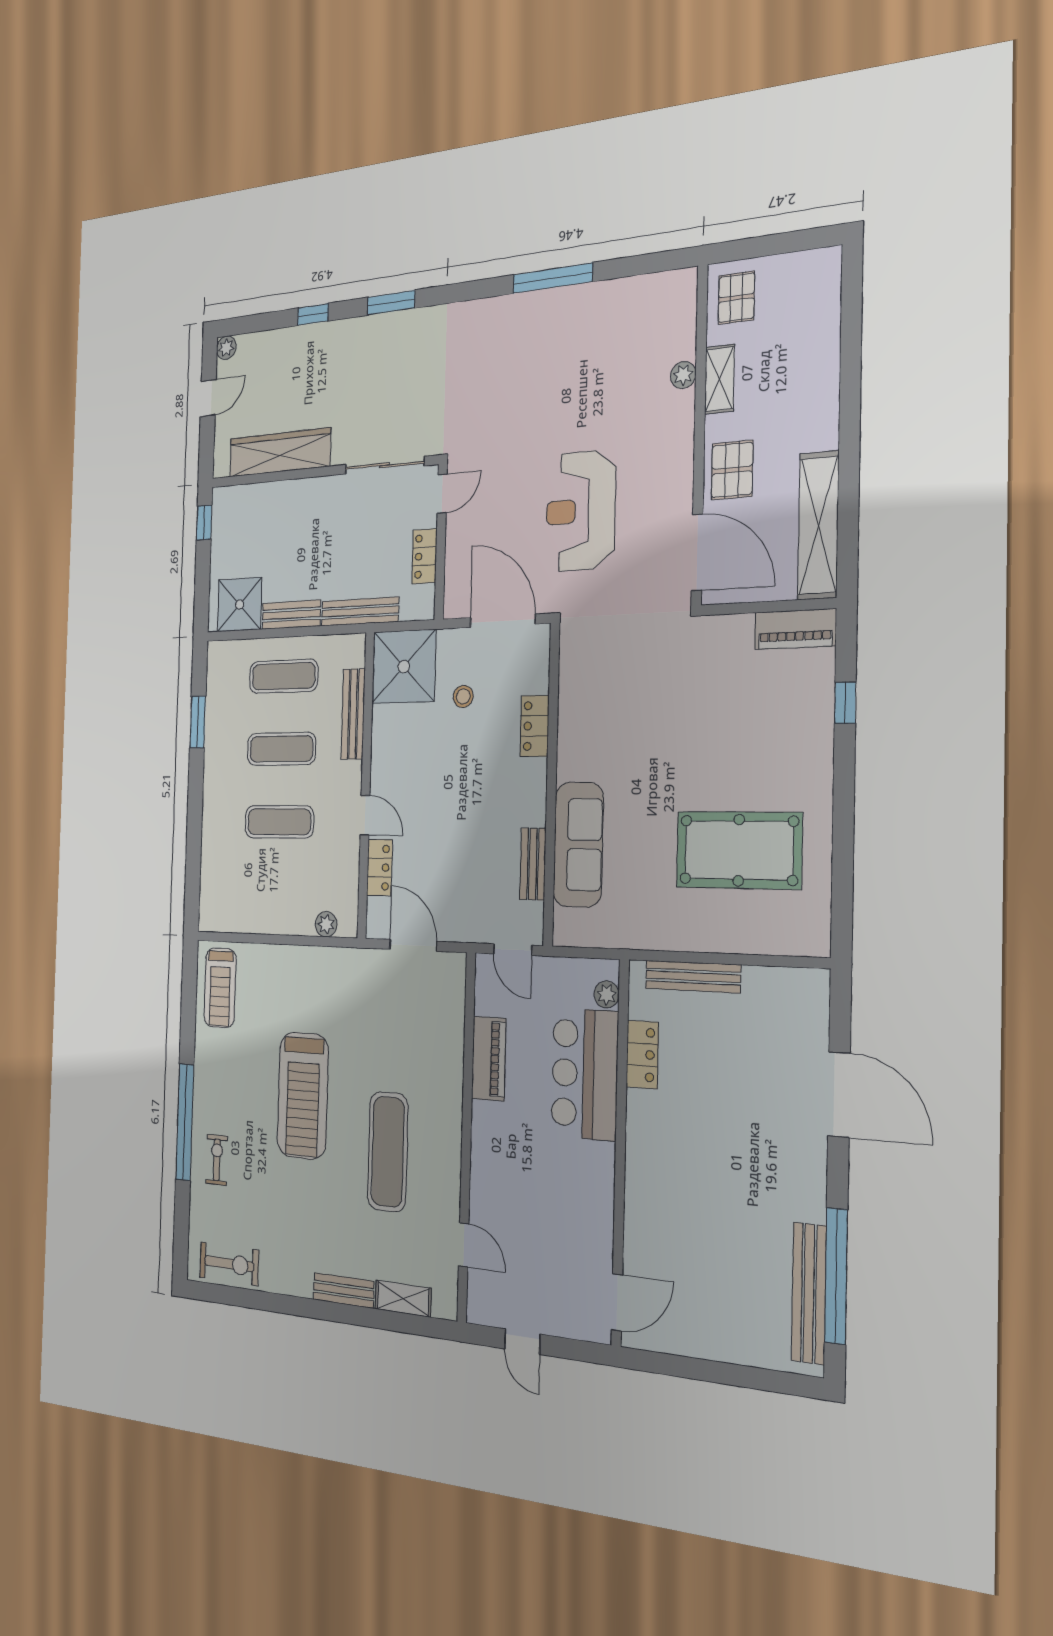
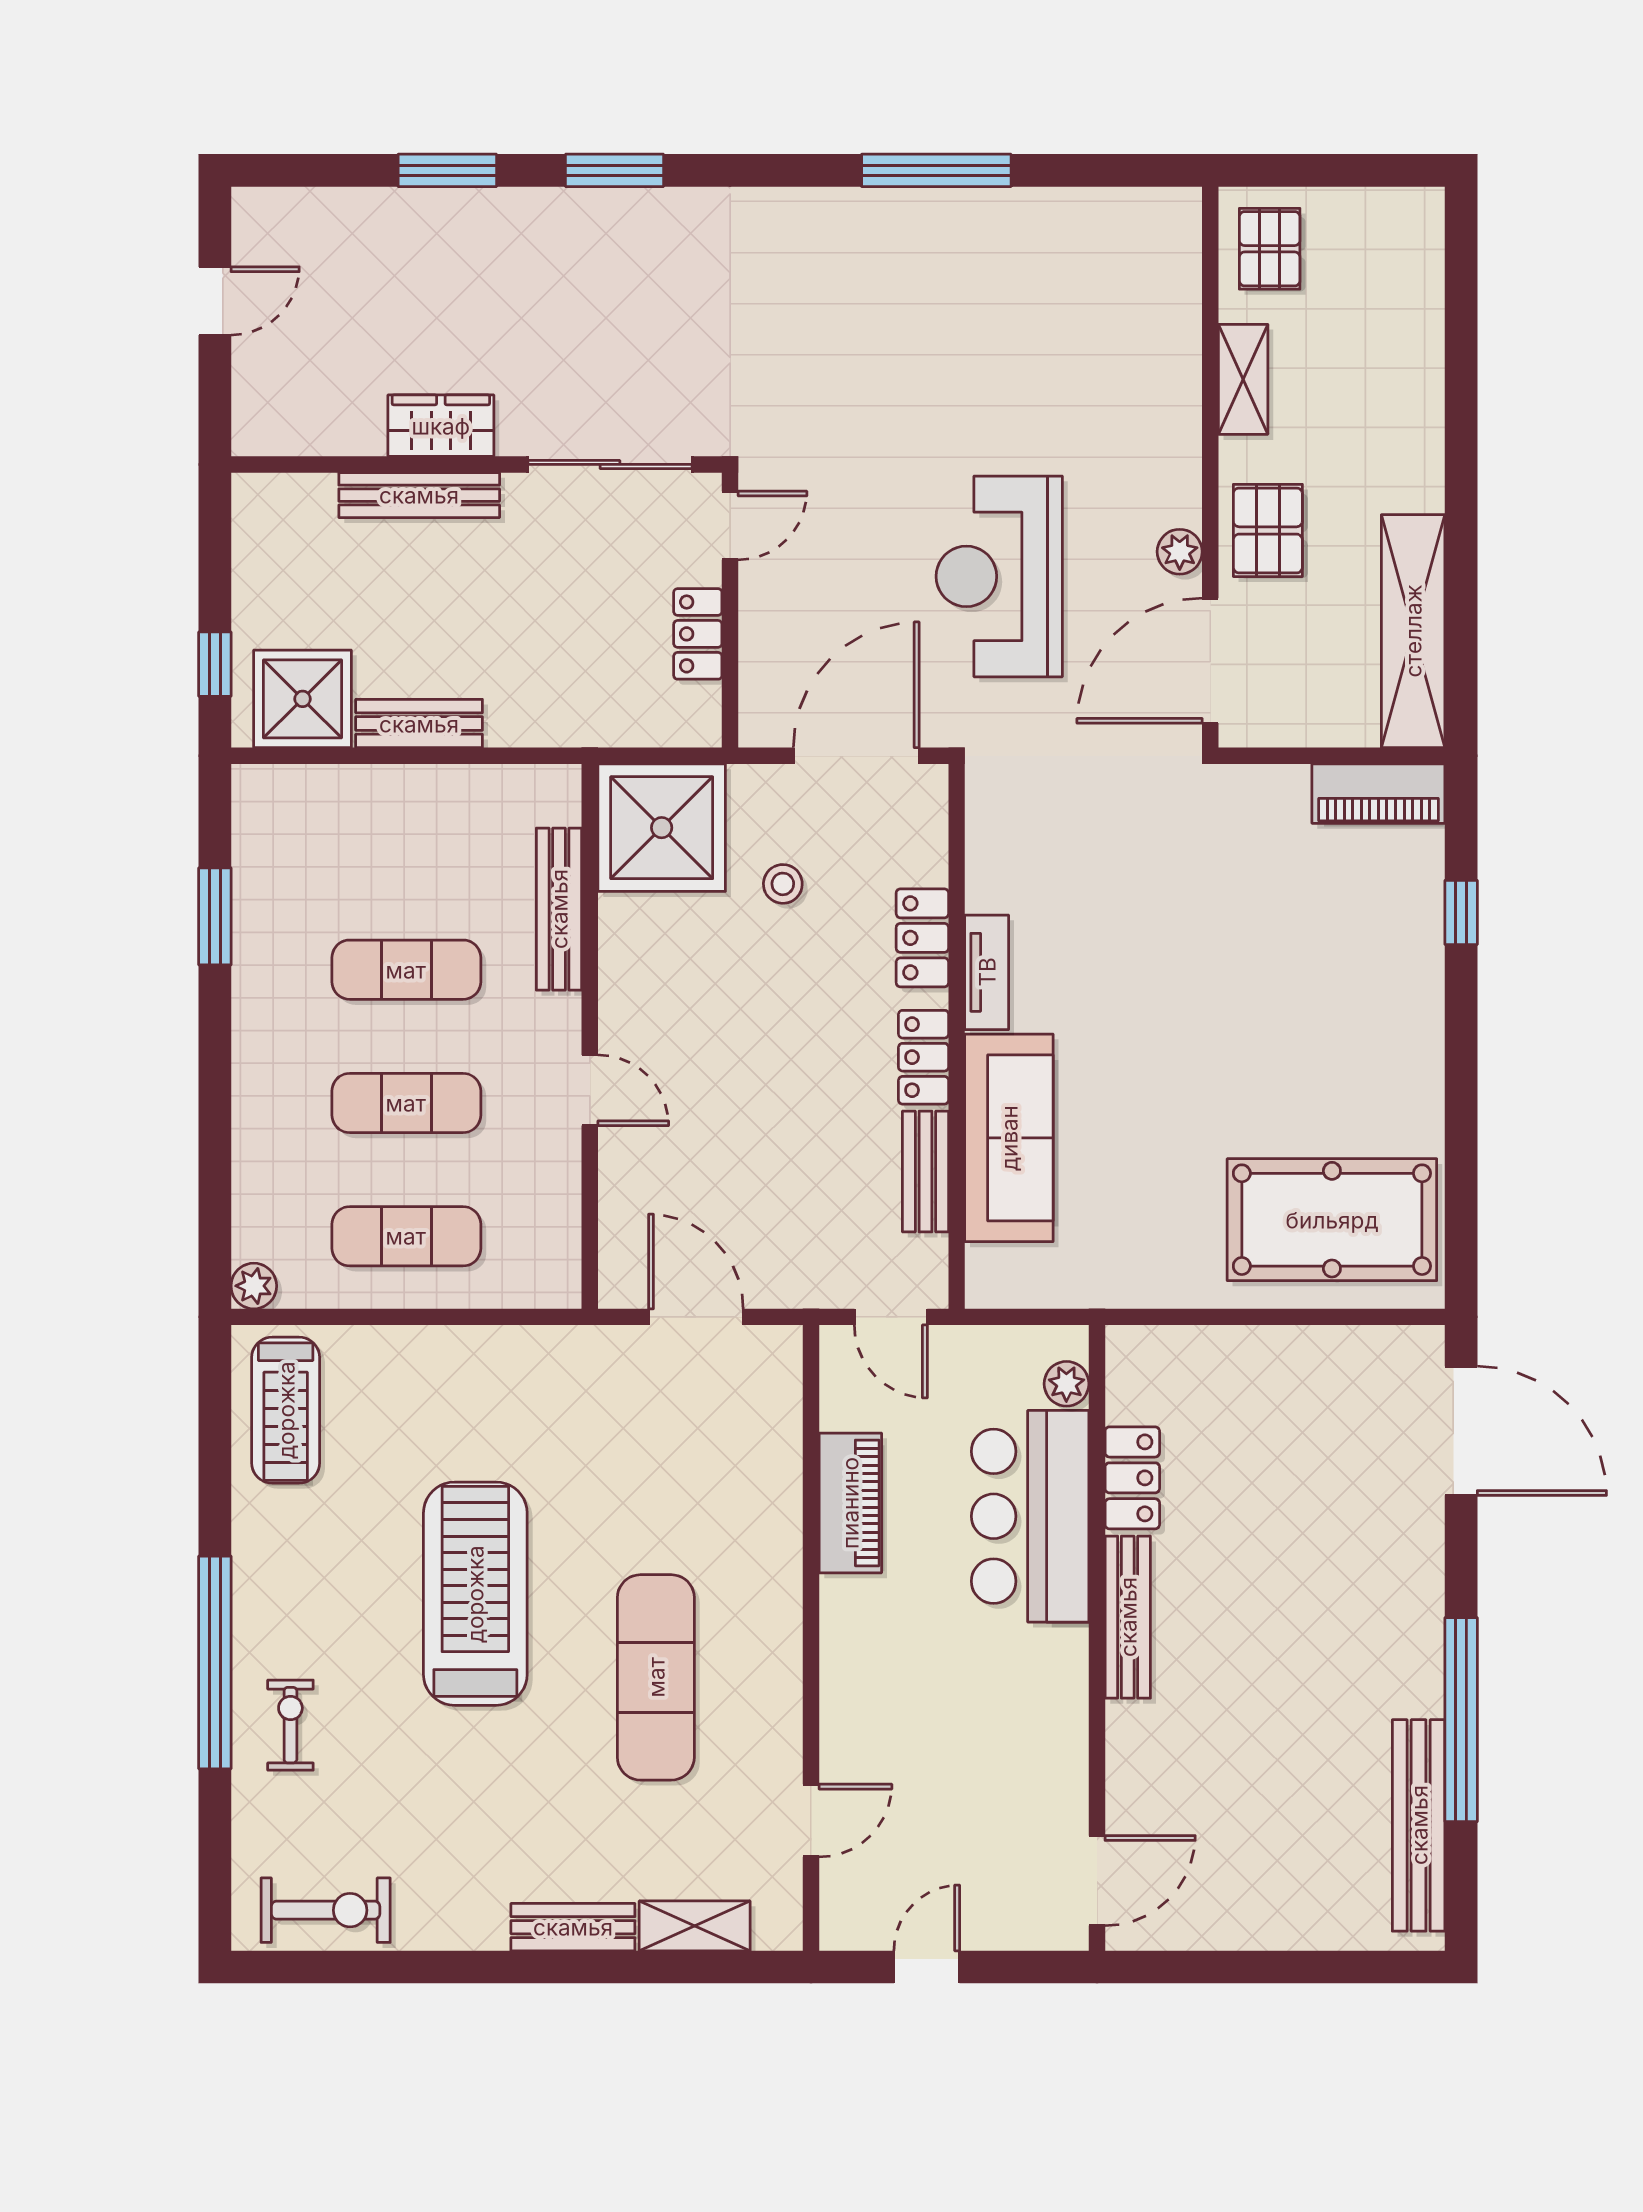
window: (313, 314) -> (447, 170), width x1.50
plant: (226, 348) -> (253, 209), removed
plant: (683, 375) -> (1180, 552), moved
wardrobe: (280, 452) -> (441, 426), width x0.48, depth x0.85
window: (204, 523) -> (215, 664), moved
door: (697, 552) -> (1210, 661), swing flipped
bench: (360, 612) -> (419, 495), moved
door: (503, 621) -> (856, 756), hinge flipped
exercise mat: (284, 676) -> (406, 1236), moved
tv unit: (568, 746) -> (987, 972), added
pool table: (739, 850) -> (1332, 1220), moved
locker: (379, 867) -> (924, 1057), moved, turned 180
plant: (326, 924) -> (254, 1286), moved
bench: (693, 977) -> (1128, 1617), moved, turned 90
treadmill: (303, 1095) -> (475, 1594), turned 180
door: (839, 1095) -> (1461, 1431), moved
door: (464, 1245) -> (811, 1821), hinge flipped
window: (836, 1276) -> (1461, 1720), moved
door: (522, 1342) -> (927, 1967), swing flipped

